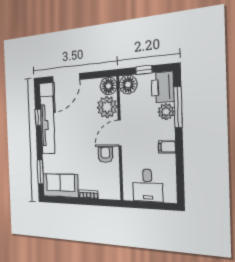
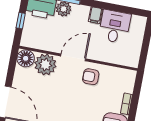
floor lamp: (128, 85) -> (30, 39), removed
door: (120, 133) -> (73, 57), swing flipped
desk: (148, 185) -> (115, 27), moved, turned -90

